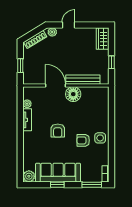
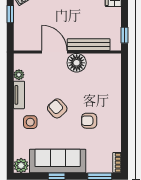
window: (111, 62) -> (125, 35), moved
window: (20, 66) -> (10, 14), moved
armchair: (58, 131) -> (57, 108), turned 138
side table: (100, 138) -> (30, 122), moved

